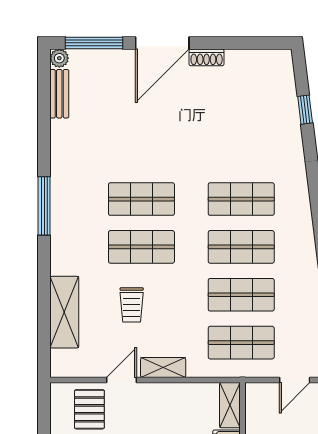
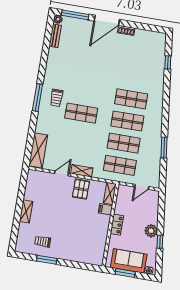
shop shelf: (141, 199) -> (85, 91), removed
window: (44, 206) -> (37, 98), moved
trolley: (132, 305) -> (57, 98), moved
shelving: (64, 312) -> (38, 150), moved
pallet: (89, 409) -> (81, 189), moved

